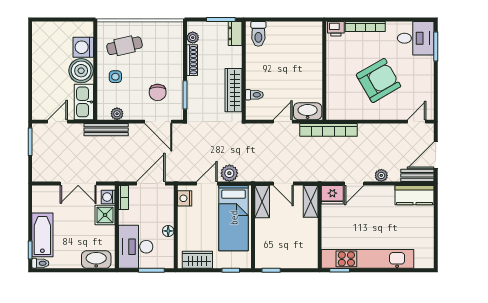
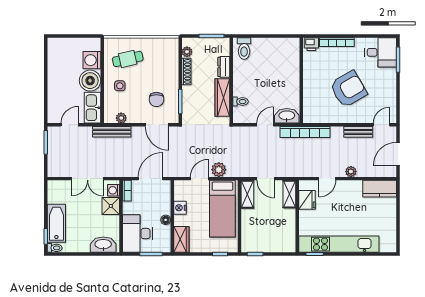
dresser: (235, 33) -> (224, 67), moved
bench: (417, 175) -> (358, 132), moved
fridge: (332, 195) -> (307, 200), moved, turned -90
nightstand: (185, 198) -> (180, 208), moved
wardrobe: (197, 260) -> (181, 239), moved, turned 90

